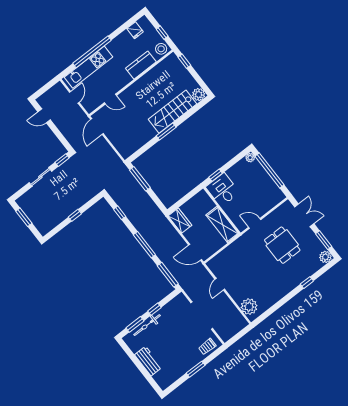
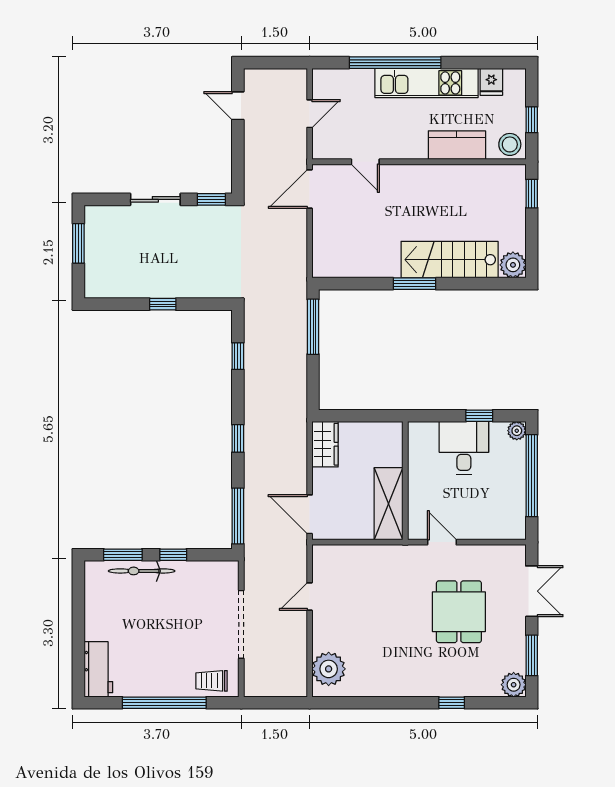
kitchen unit: (89, 67) -> (426, 83), moved
window: (216, 175) -> (479, 416), moved
desk: (223, 190) -> (464, 448), moved
window: (144, 245) -> (238, 438), width x0.46
workbench: (148, 361) -> (98, 669), moved
window: (196, 369) -> (164, 703), width x2.11

